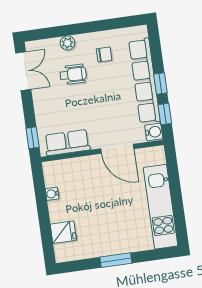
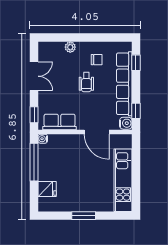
double door: (23, 71) -> (34, 76), moved
wheelchair: (73, 74) -> (86, 82), moved, turned 89
window: (160, 83) -> (136, 63), moved
water cooler: (52, 194) -> (43, 139), moved
window: (41, 200) -> (34, 162), added

